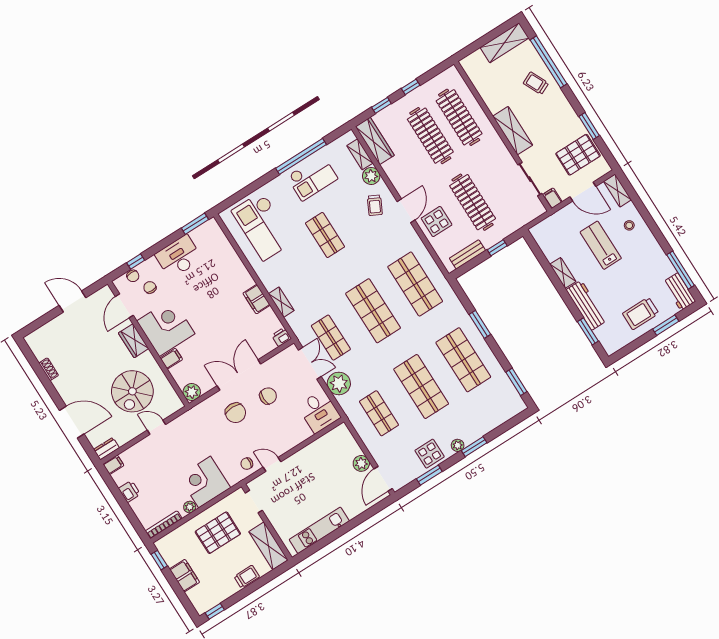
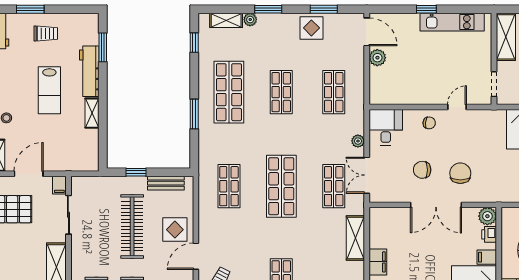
door: (583, 192) -> (29, 174), hinge flipped
lab bench: (601, 245) -> (49, 90), moved
shop shelf: (415, 284) -> (229, 186), width x0.70, depth x0.74
shelving: (281, 302) -> (355, 238), width x1.50, depth x1.33
trolley: (641, 313) -> (46, 33), width x0.73, depth x0.72
printer: (281, 337) -> (489, 234), moved, turned 90
window: (516, 382) -> (194, 43), width x0.67
plant: (339, 383) -> (358, 141), width x0.53, depth x0.53
shop shelf: (421, 387) -> (281, 92), width x0.70, depth x0.74
shelving: (502, 416) -> (226, 20), added
plant: (458, 445) -> (250, 20), moved
chair: (247, 464) -> (429, 123), moved
door: (272, 464) -> (457, 107), swing flipped
door: (383, 479) -> (367, 32), hinge flipped
window: (347, 528) -> (426, 9), added

